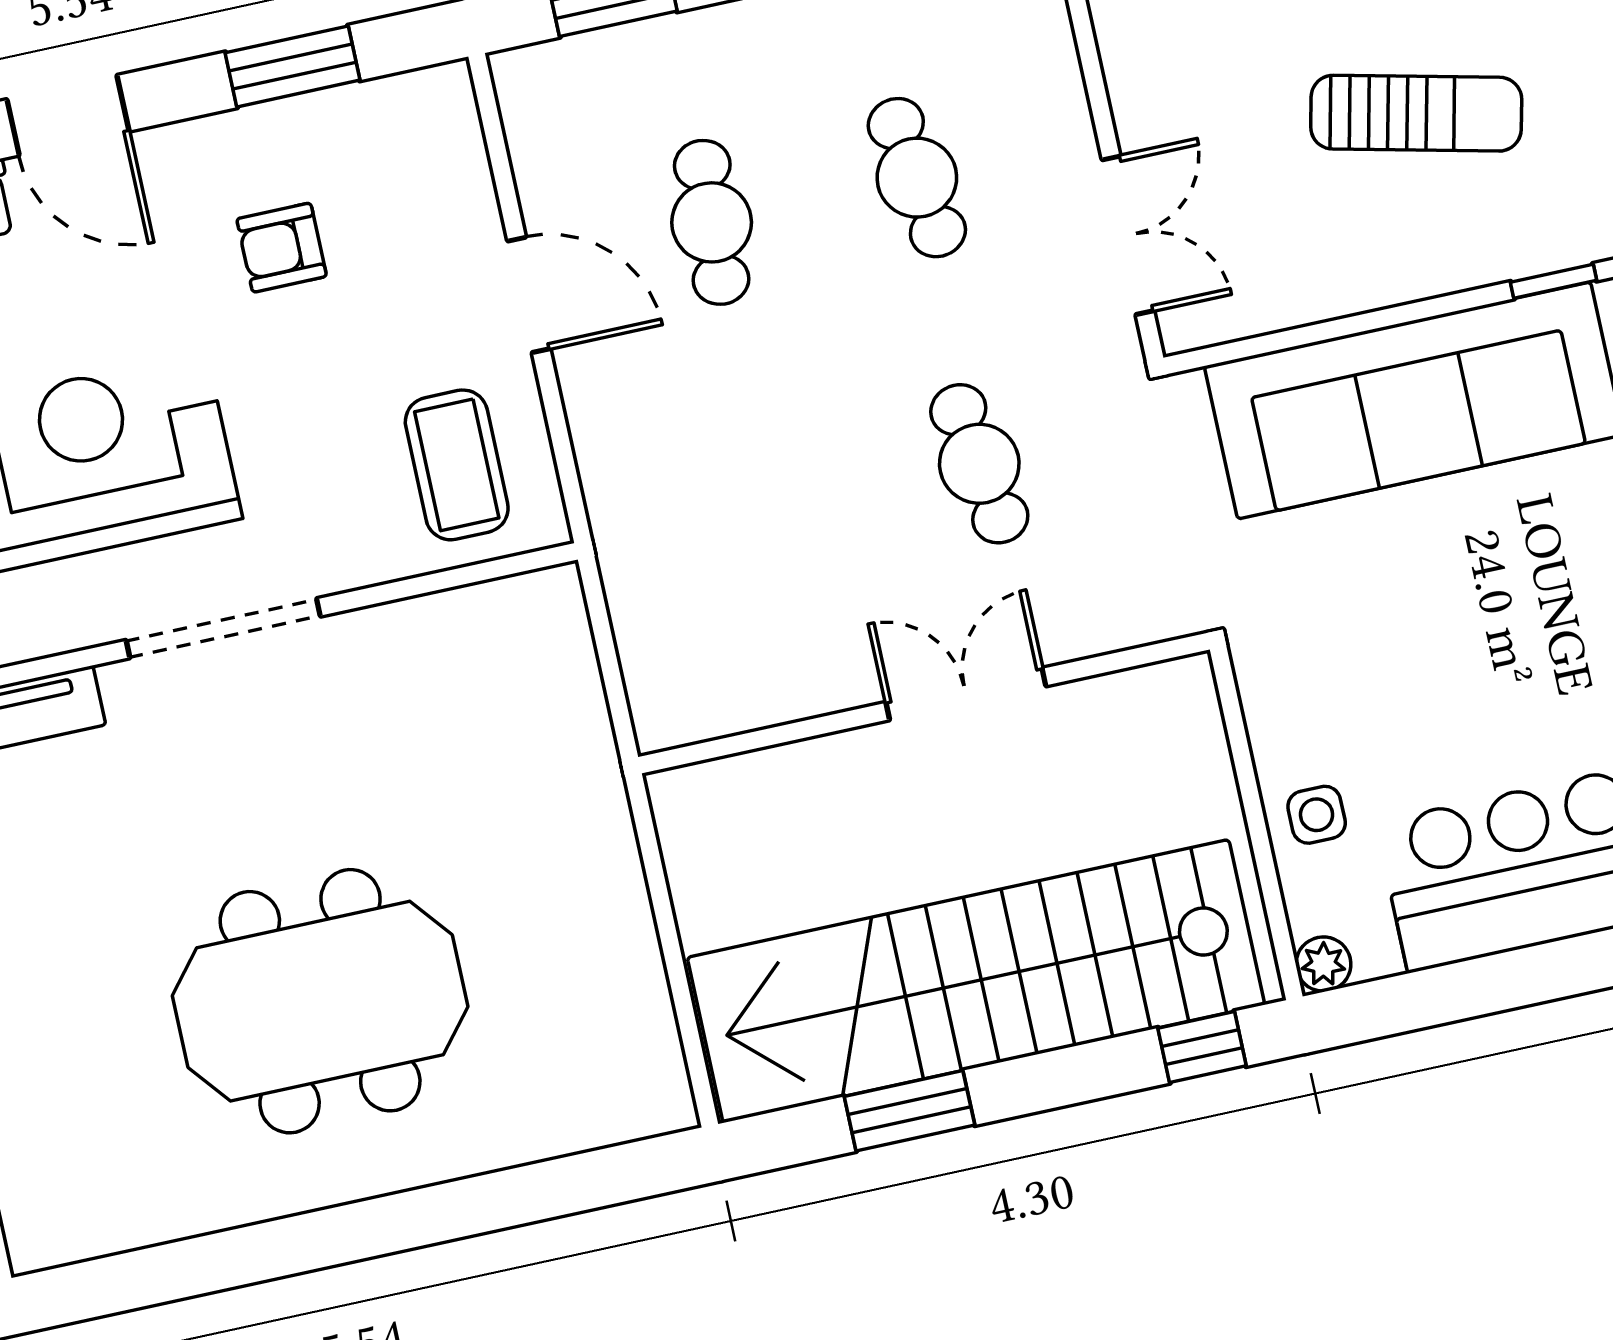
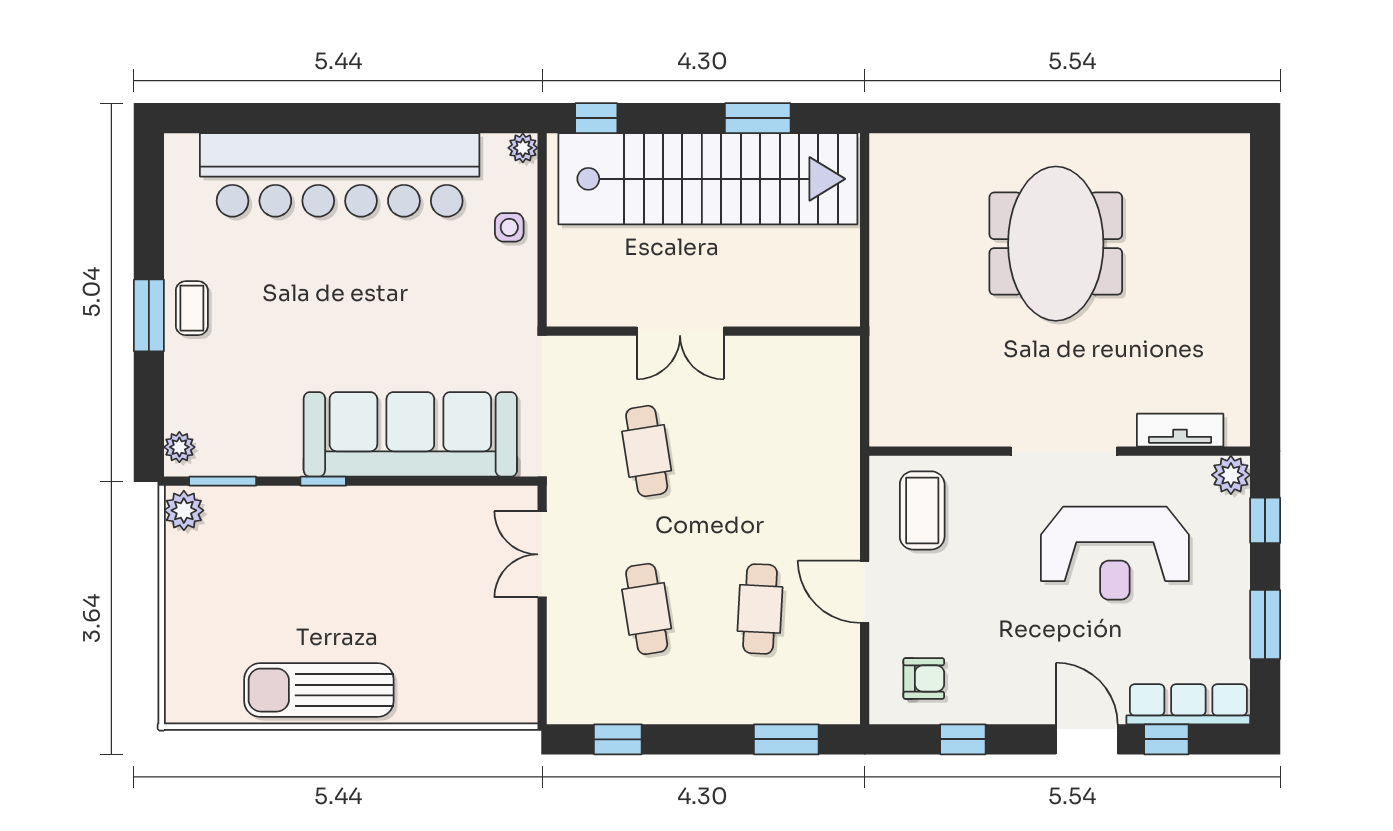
window: (292, 66) -> (963, 739), width x0.67
sun lounger: (1416, 113) -> (376, 586), removed
armchair: (282, 248) -> (924, 679), moved
meeting table: (320, 1001) -> (1056, 244), turned 90

